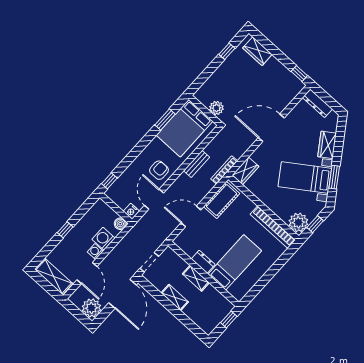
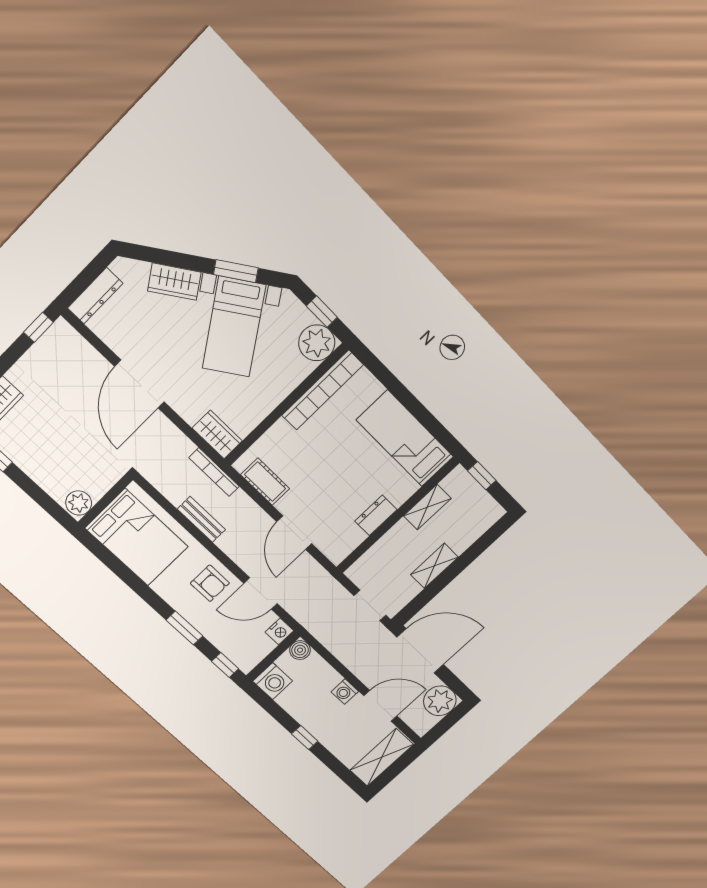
plant: (216, 108) -> (79, 503), moved
window: (165, 120) -> (184, 628), moved
armchair: (159, 170) -> (210, 583), turned 180
cot: (222, 200) -> (265, 482), width x0.73, depth x0.75
washing machine: (104, 239) -> (273, 681), moved, turned -90
bed: (235, 262) -> (405, 438), moved
shelving: (196, 278) -> (427, 507), moved

